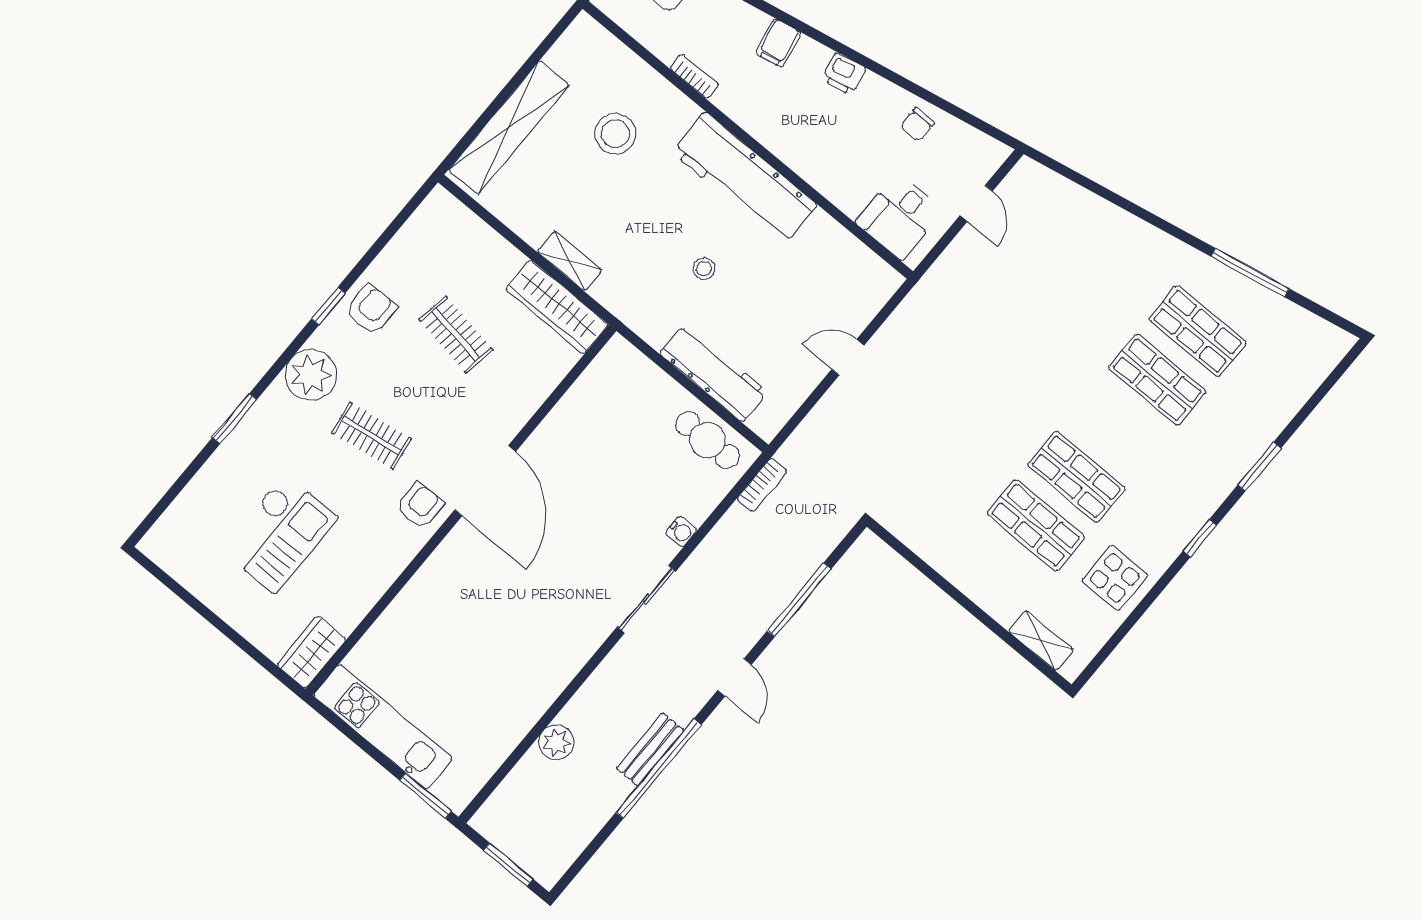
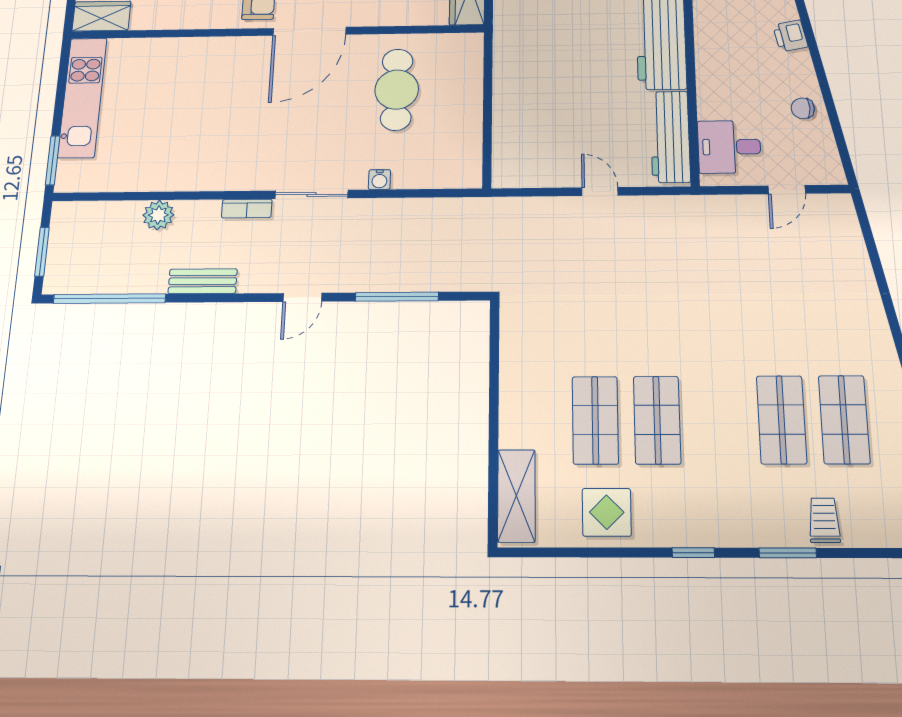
stool: (704, 269) -> (576, 53), removed
workbench: (714, 373) -> (670, 137), moved, turned 180
trolley: (1259, 417) -> (824, 520), added
cafe table: (707, 440) -> (397, 90), moved, width x1.37, depth x1.35
bookcase: (762, 485) -> (247, 209), moved
shelving: (1041, 641) -> (516, 496), width x1.50, depth x1.33
window: (659, 769) -> (110, 299), moved

